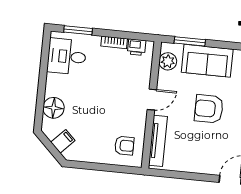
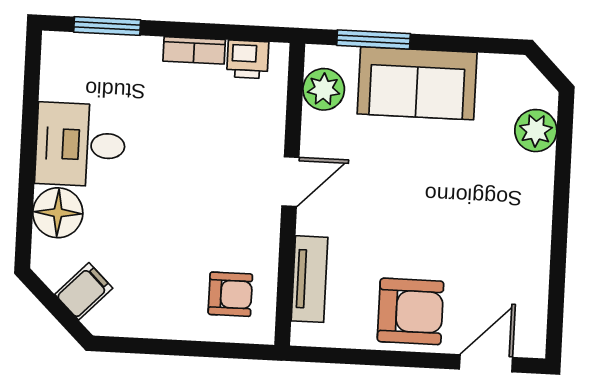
desk: (67, 56) -> (80, 145), moved
armchair: (209, 109) -> (411, 311), moved, turned 180
tv unit: (158, 141) -> (310, 279), width x0.71

